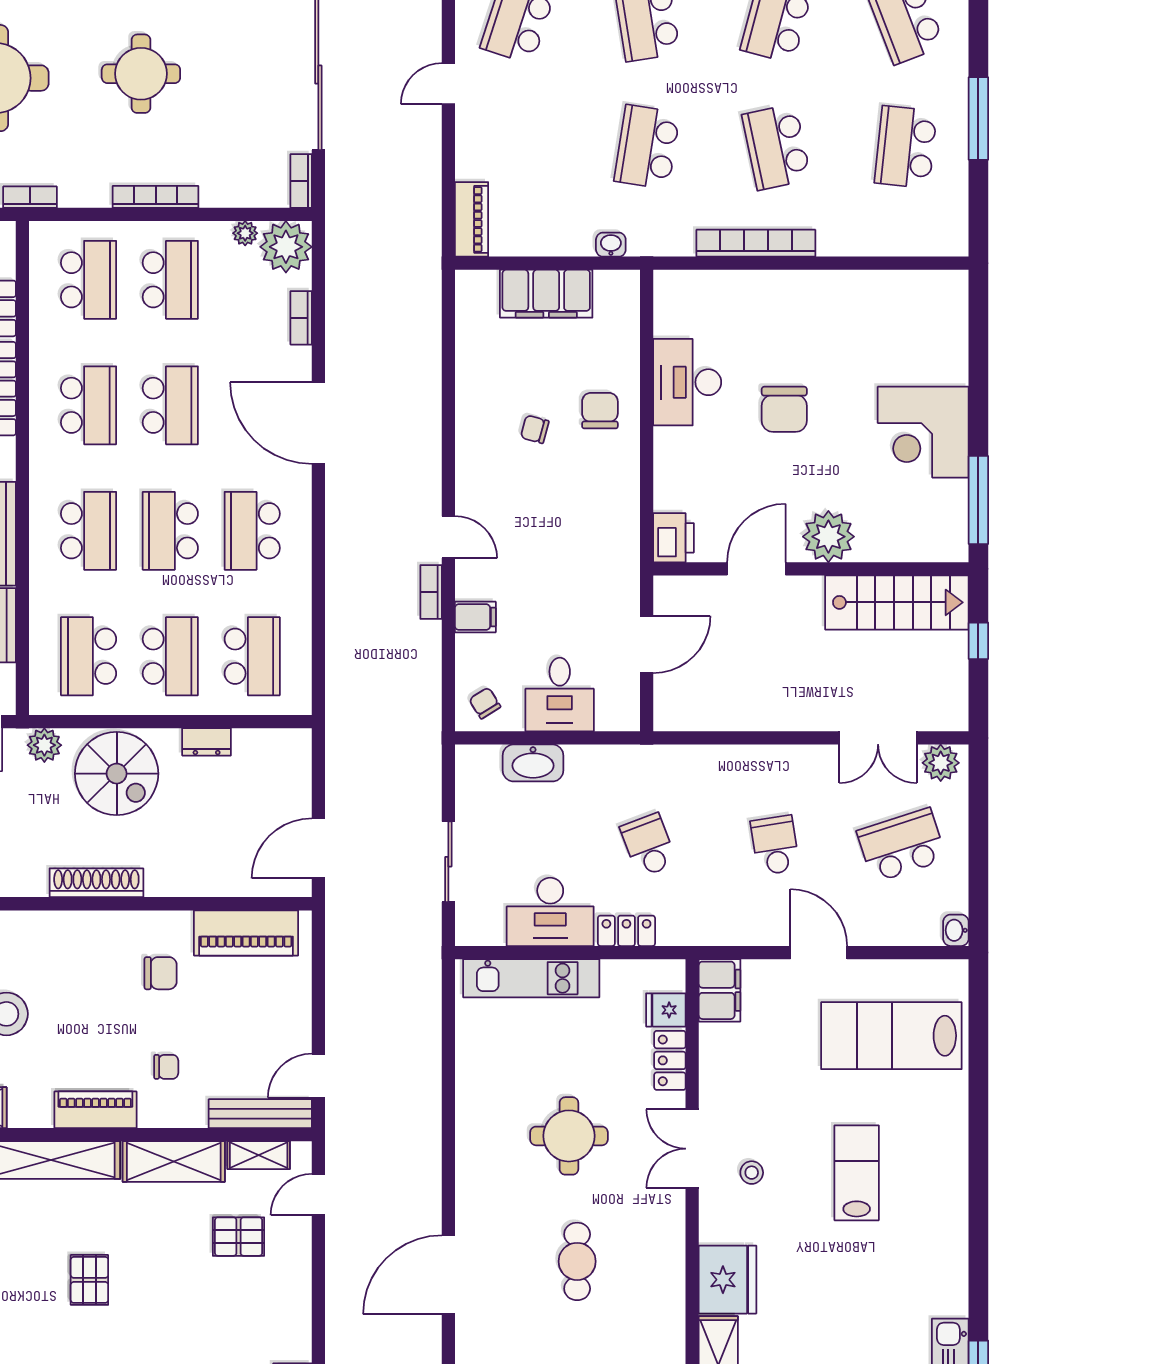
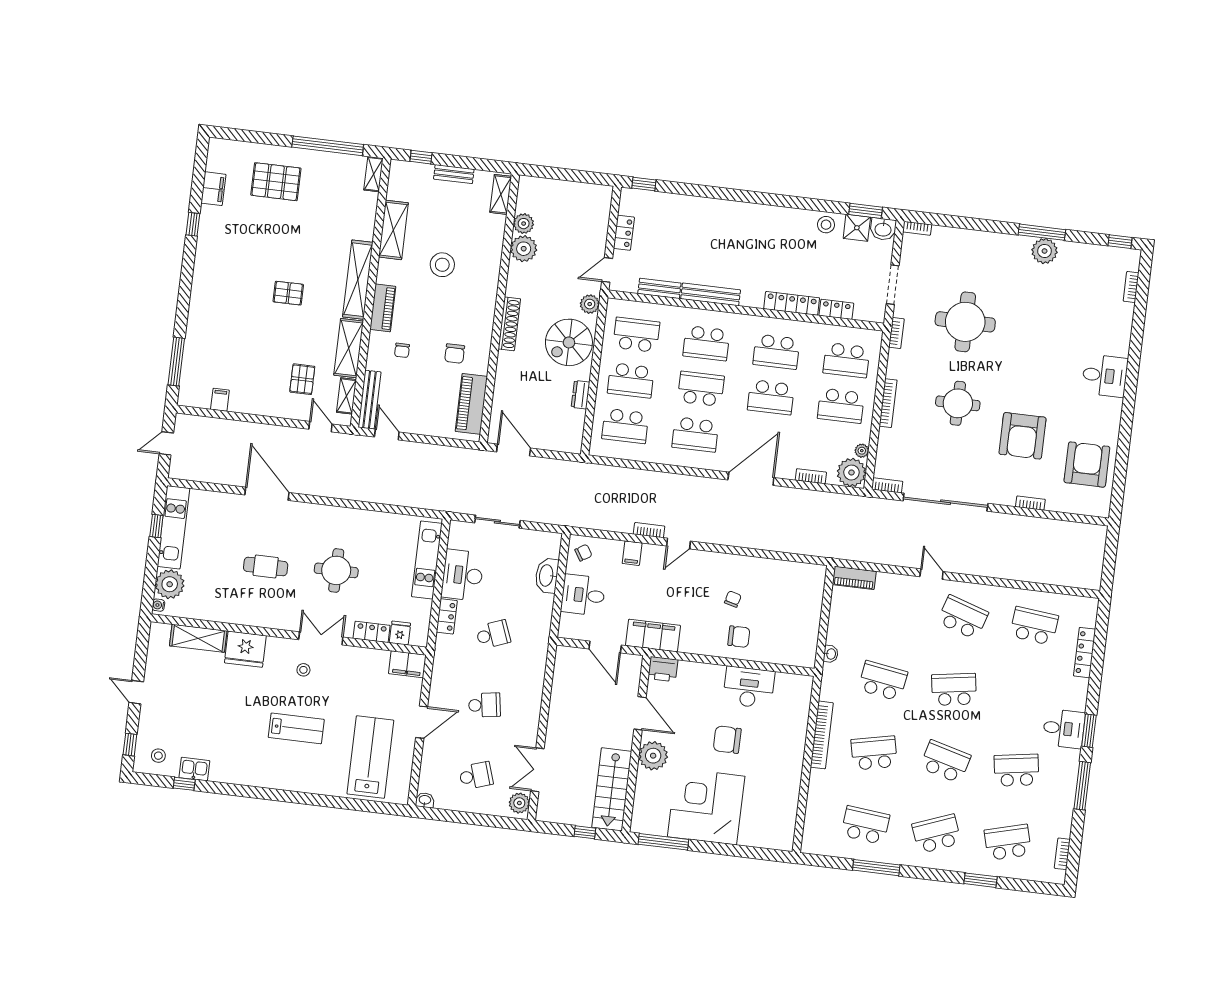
filing cabinet: (546, 294) -> (653, 635), moved, turned 90
corner desk: (923, 432) -> (706, 806), width x1.36, depth x1.36
school desk: (252, 531) -> (695, 434), turned 180
school desk: (902, 845) -> (476, 776), width x0.54

